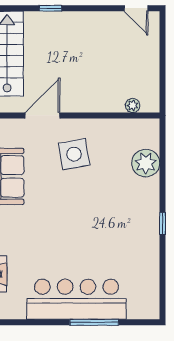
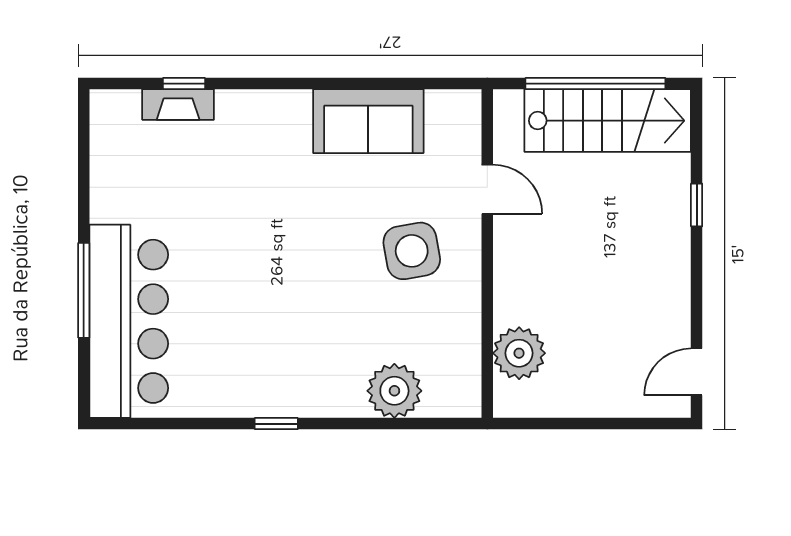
plant: (133, 105) -> (519, 353), width x1.88, depth x1.88
door: (42, 115) -> (487, 189), width x0.73
bar counter: (77, 299) -> (129, 321), moved

